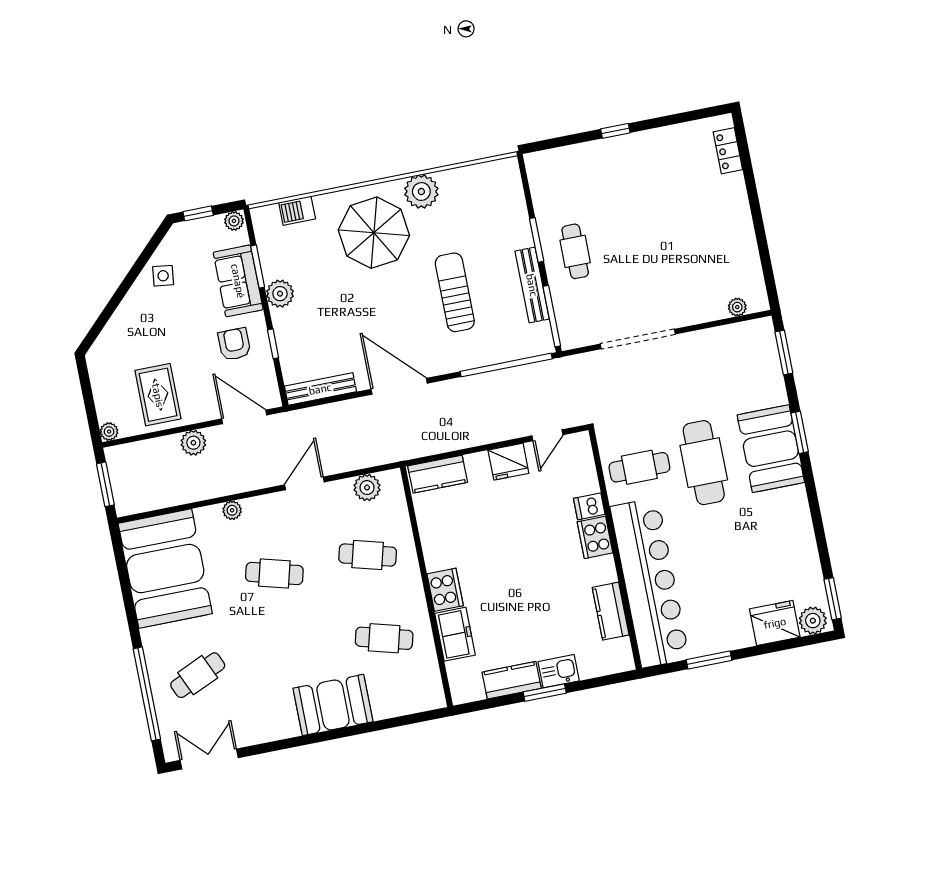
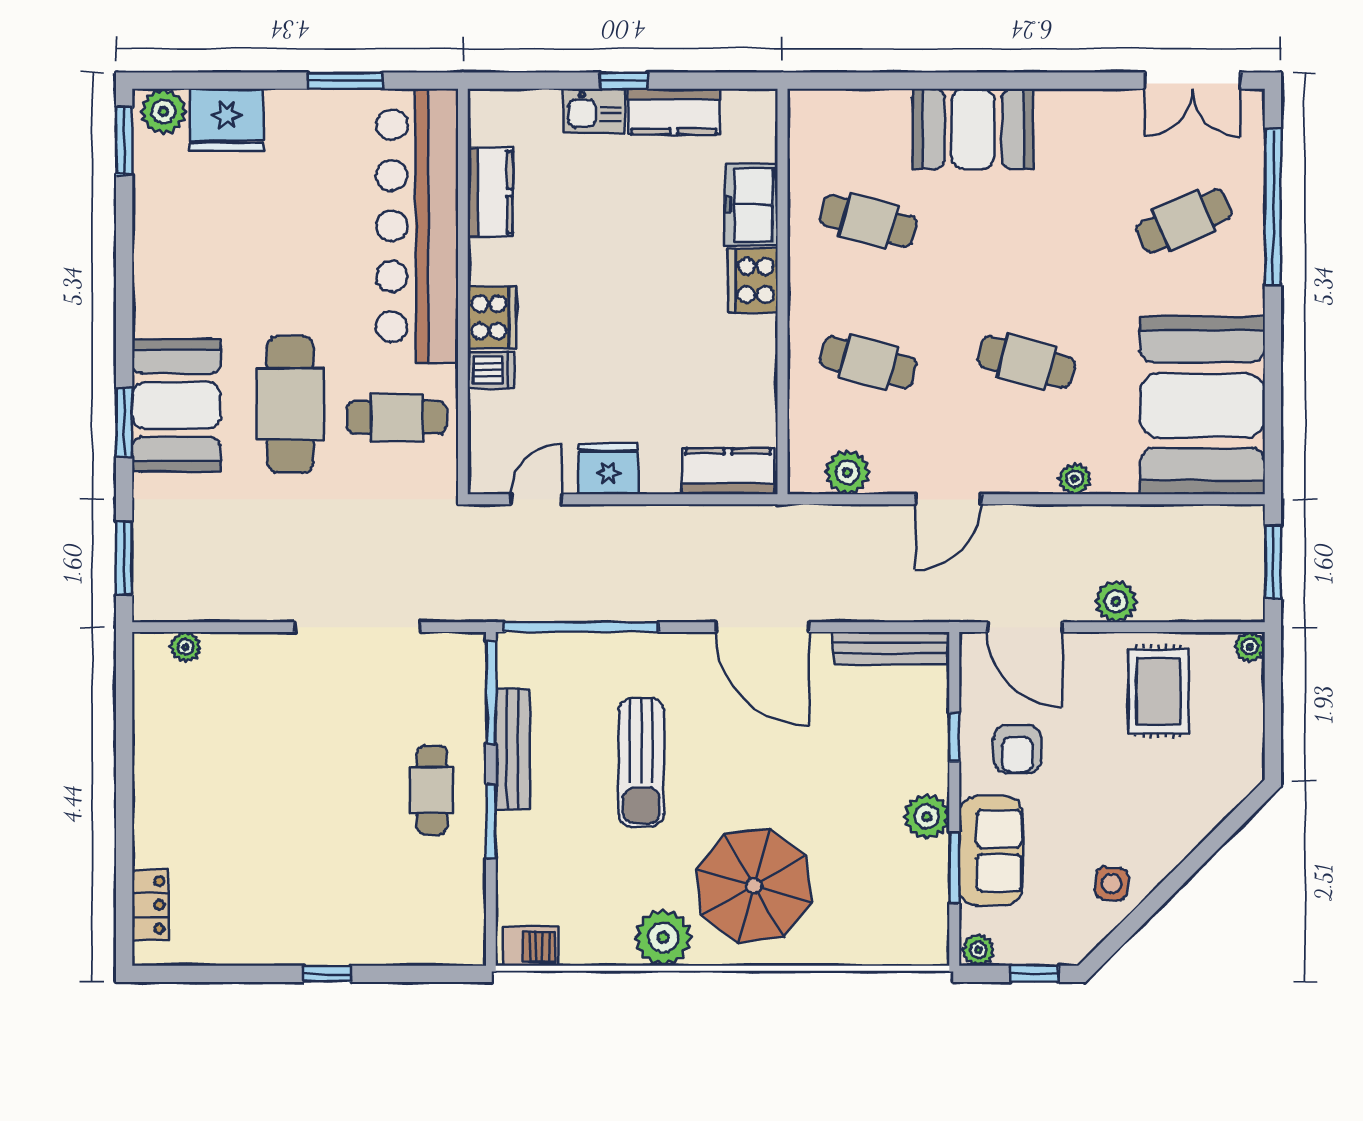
barbecue: (297, 211) -> (531, 946), moved
window: (545, 693) -> (624, 81), width x0.67

